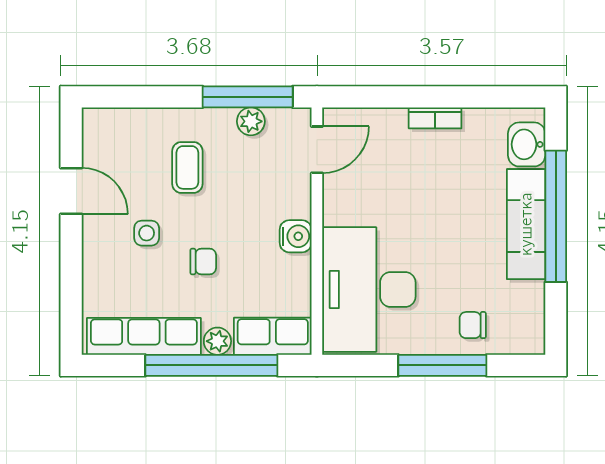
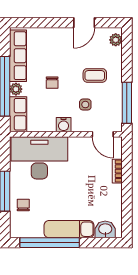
bookcase: (435, 118) -> (117, 171), moved
plant: (251, 121) -> (116, 40), moved
window: (556, 216) -> (50, 243), moved
side table: (147, 233) -> (85, 105), moved

